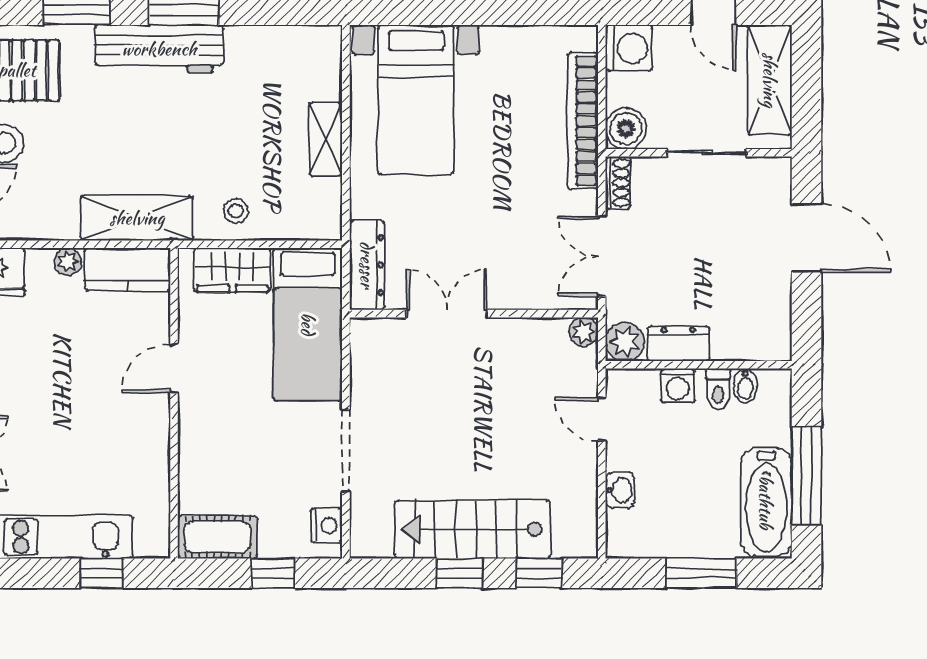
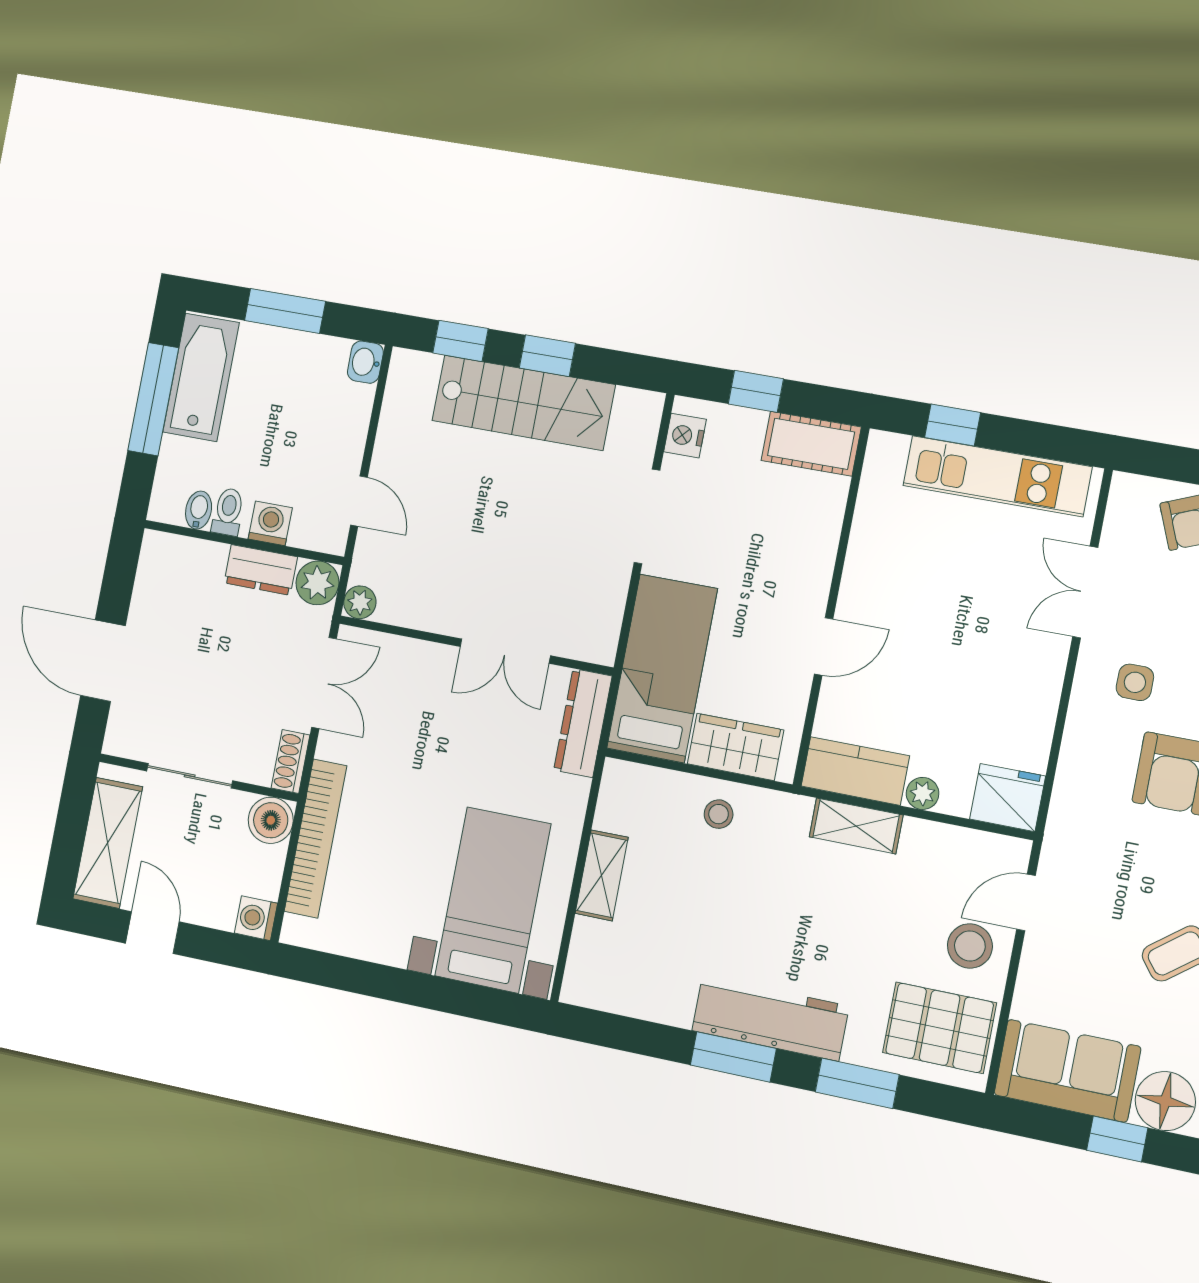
washing machine: (629, 48) -> (256, 918), width x0.73, depth x0.73
shelving: (137, 218) -> (856, 826), width x0.67, depth x0.75
washbasin: (620, 490) -> (365, 362), moved

